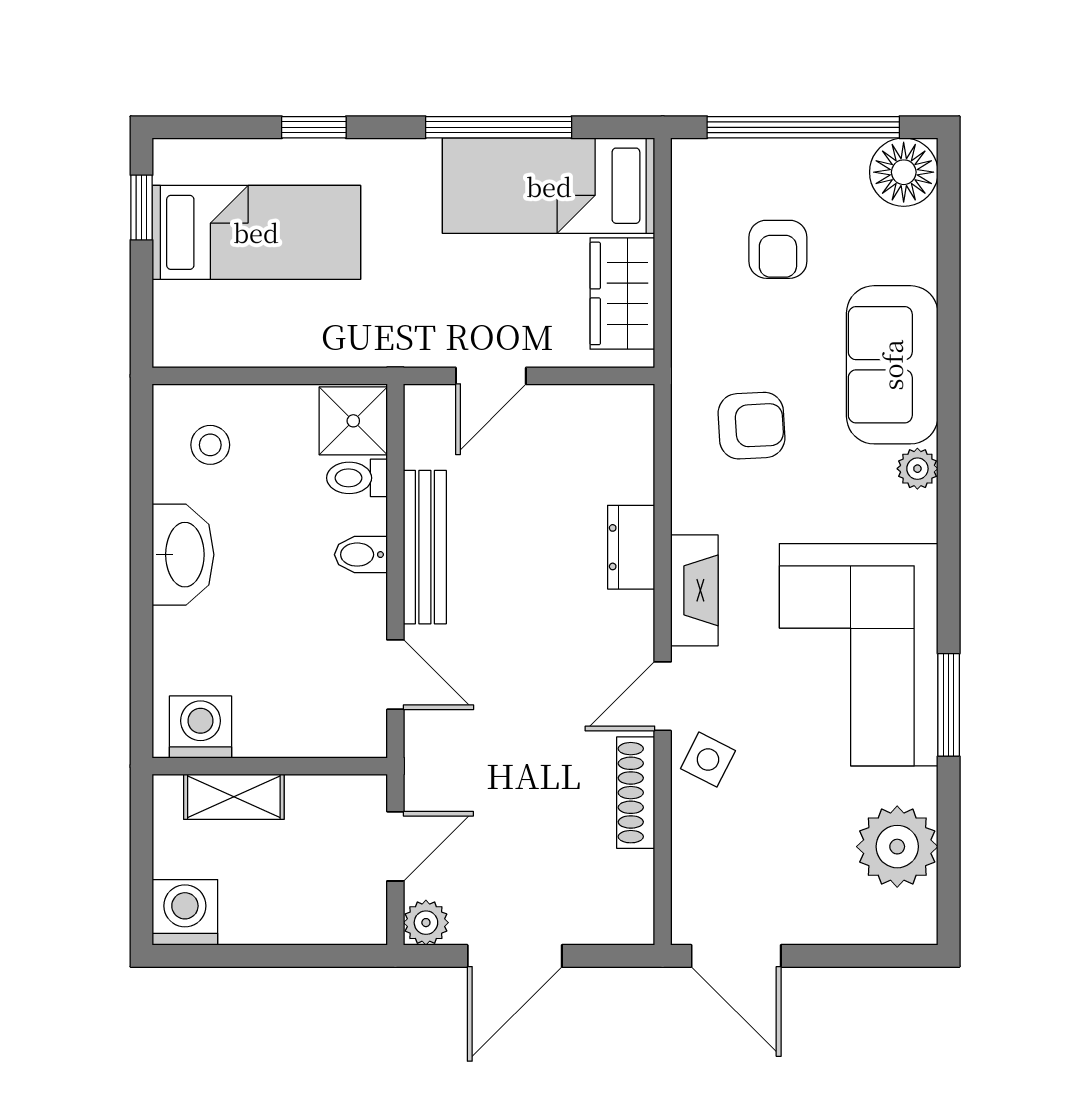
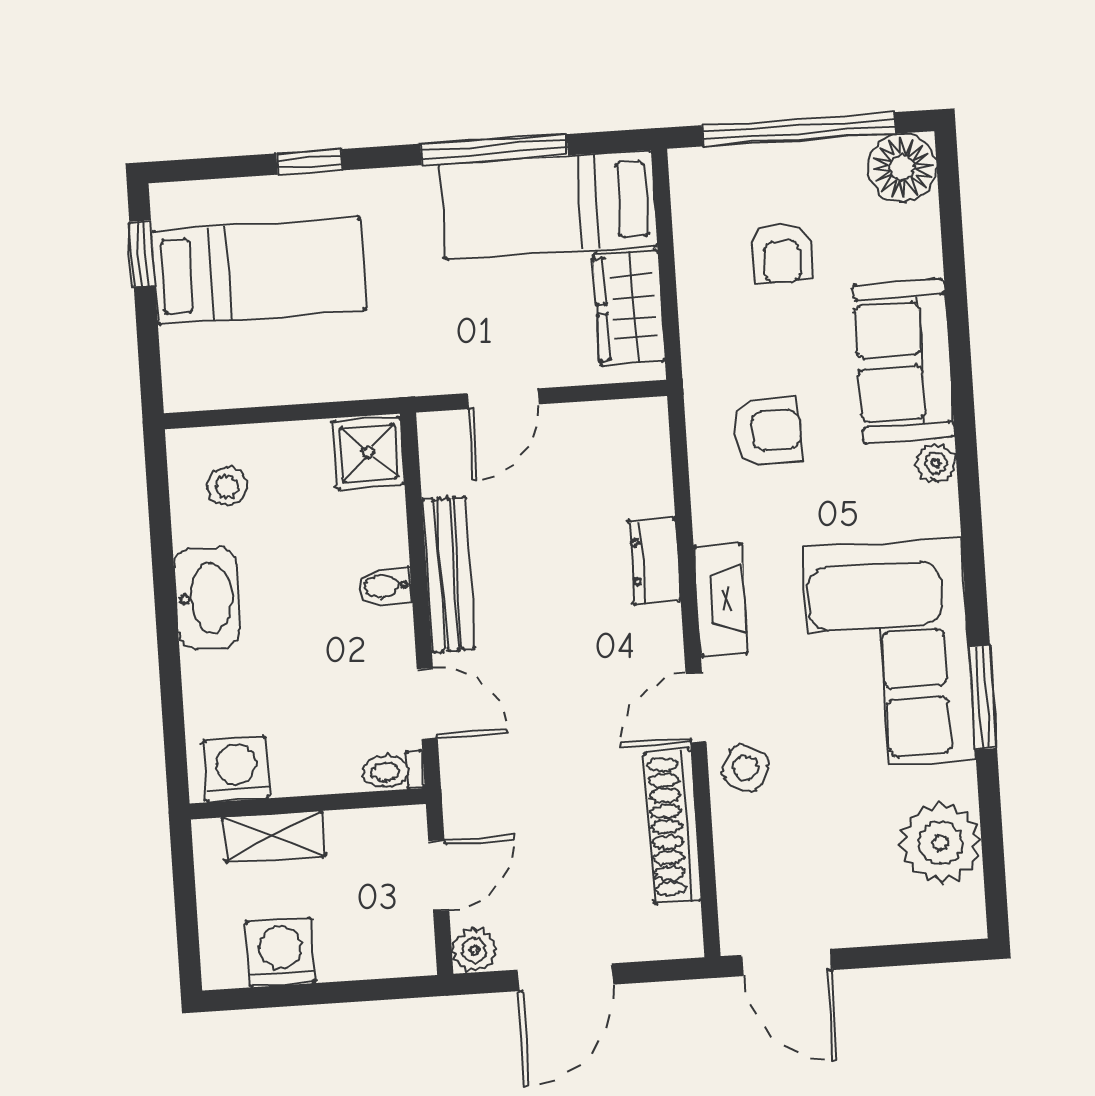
toilet: (357, 478) -> (393, 771), moved
shoe rack: (636, 793) -> (672, 826), width x1.36, depth x1.24
washing machine: (185, 912) -> (280, 952), moved

